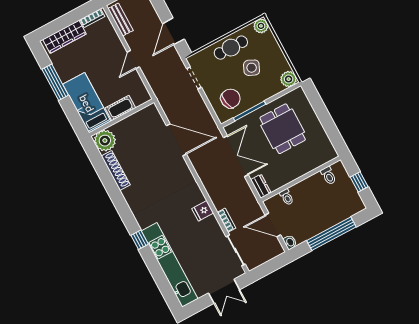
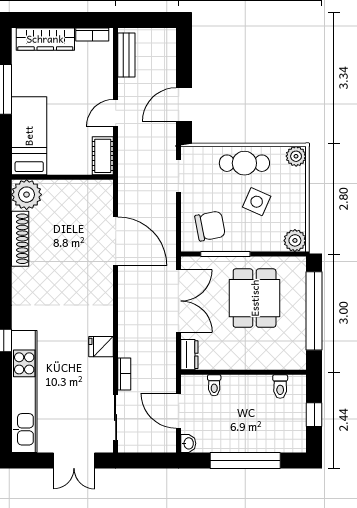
cot: (120, 108) -> (103, 156), moved, turned 90
window: (324, 117) -> (314, 311), added

